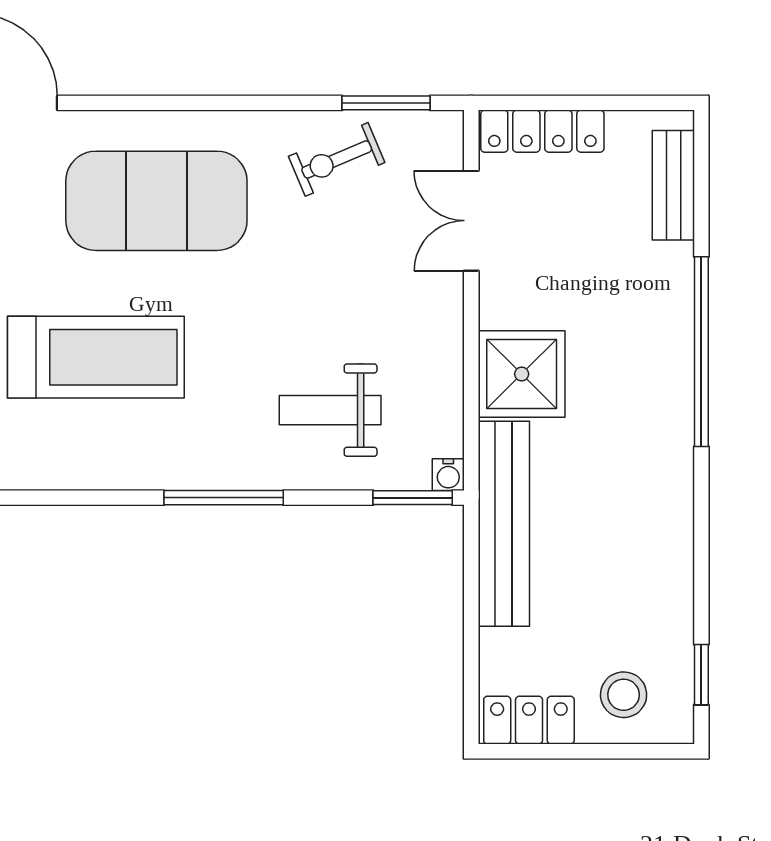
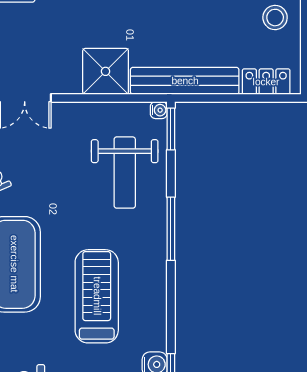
weight bench: (330, 410) -> (125, 173), width x1.36, depth x1.33
locker: (529, 720) -> (266, 82), moved, turned 90

